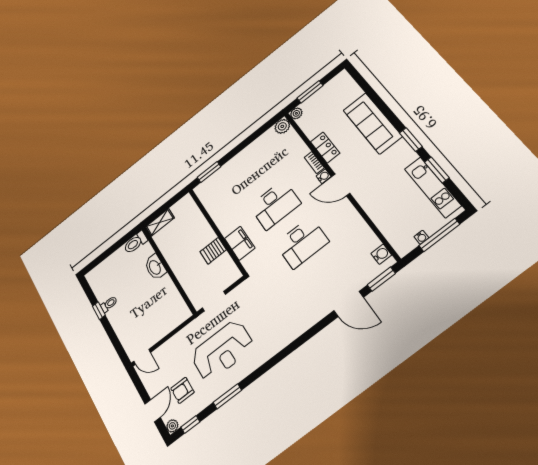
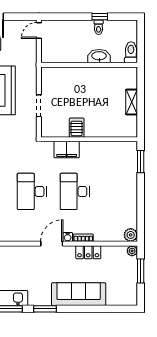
toilet: (136, 243) -> (131, 52), moved
washbasin: (155, 267) -> (99, 56), moved
wall: (168, 269) -> (89, 65), moved

